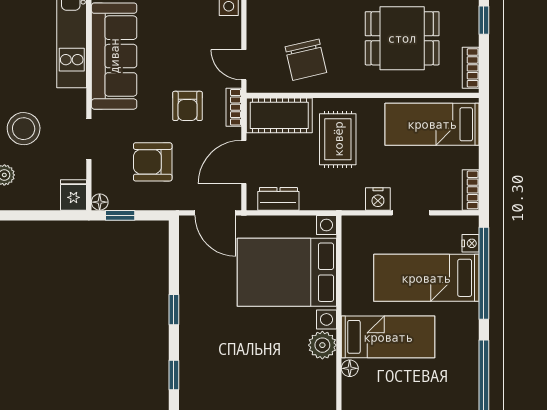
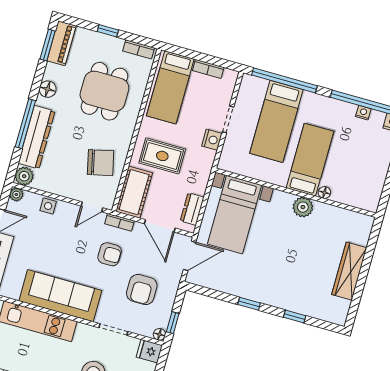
bookcase: (471, 190) -> (208, 69), moved
nightstand: (470, 243) -> (363, 113), moved
bed with nightstands: (287, 272) -> (235, 215), width x0.73

